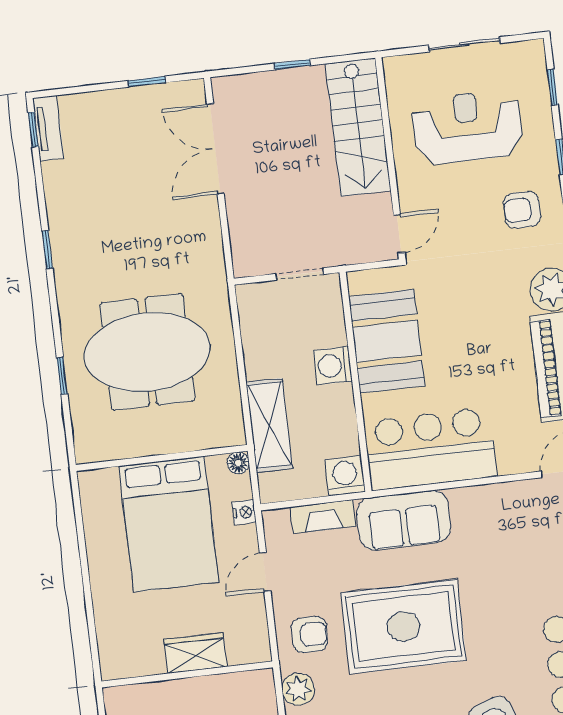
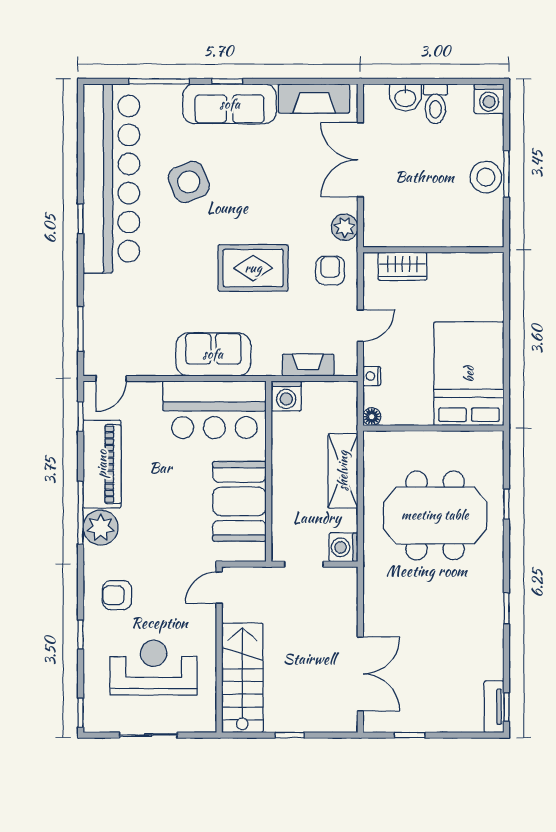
window: (553, 87) -> (81, 713), moved
reception desk: (467, 127) -> (154, 668), turned 180
armchair: (522, 210) -> (117, 595), turned 180
washing machine: (333, 366) -> (343, 547), moved, turned 180
shelving: (269, 425) -> (343, 471), moved
sofa: (404, 520) -> (213, 354), moved
bed: (169, 524) -> (469, 374), moved
rug: (404, 627) -> (253, 268), width x0.73, depth x0.69
armchair: (309, 635) -> (330, 270), turned 90
wardrobe: (195, 653) -> (402, 266), moved

